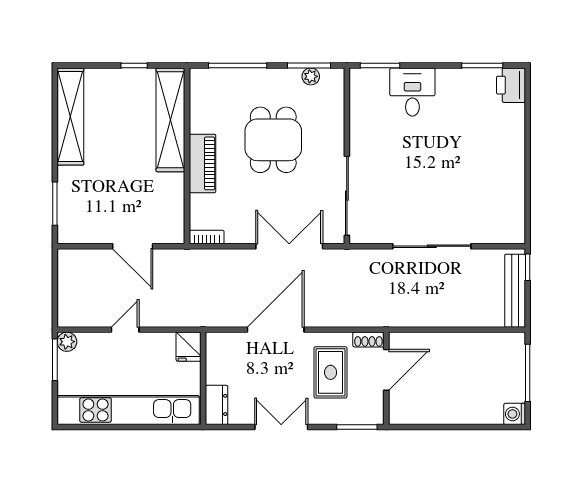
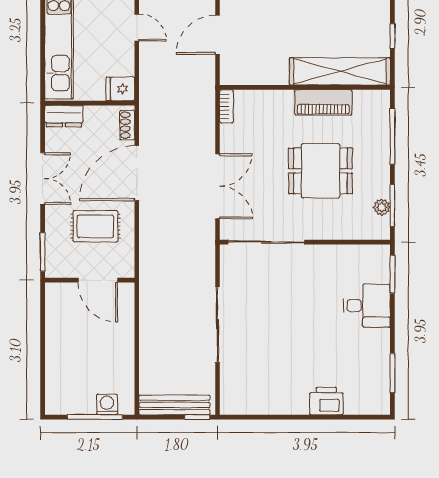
printer: (511, 85) -> (326, 401), moved
piano: (202, 163) -> (323, 102), moved
door: (276, 330) -> (137, 173), swing flipped
shoe rack: (368, 340) -> (127, 125), moved
washing machine: (515, 414) -> (107, 404), moved

